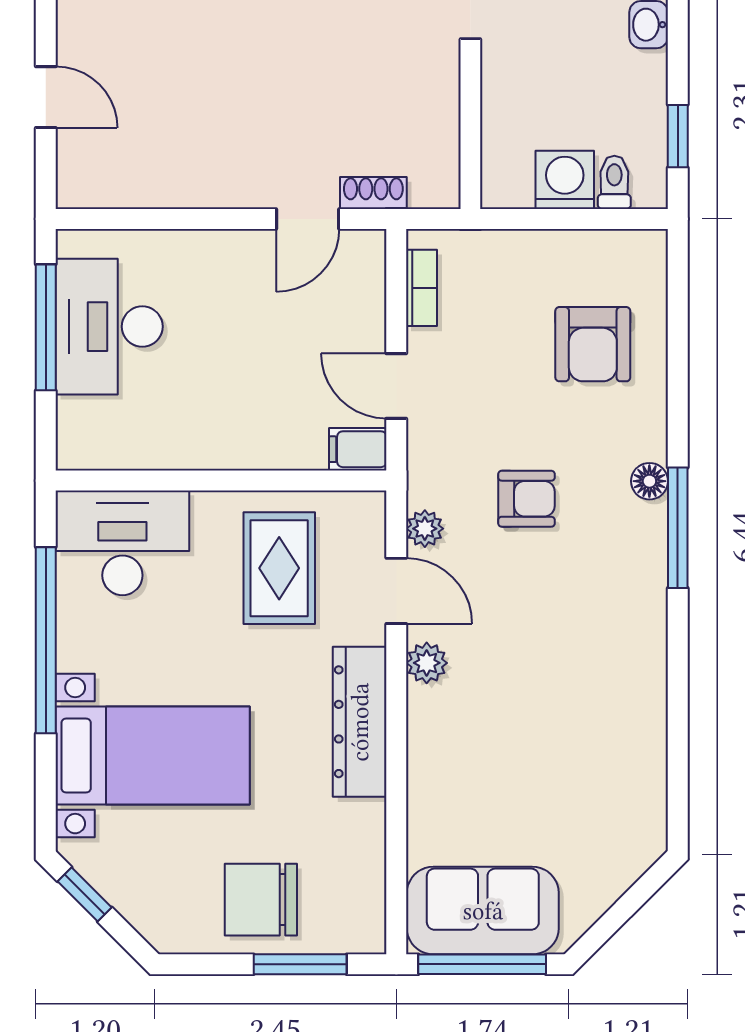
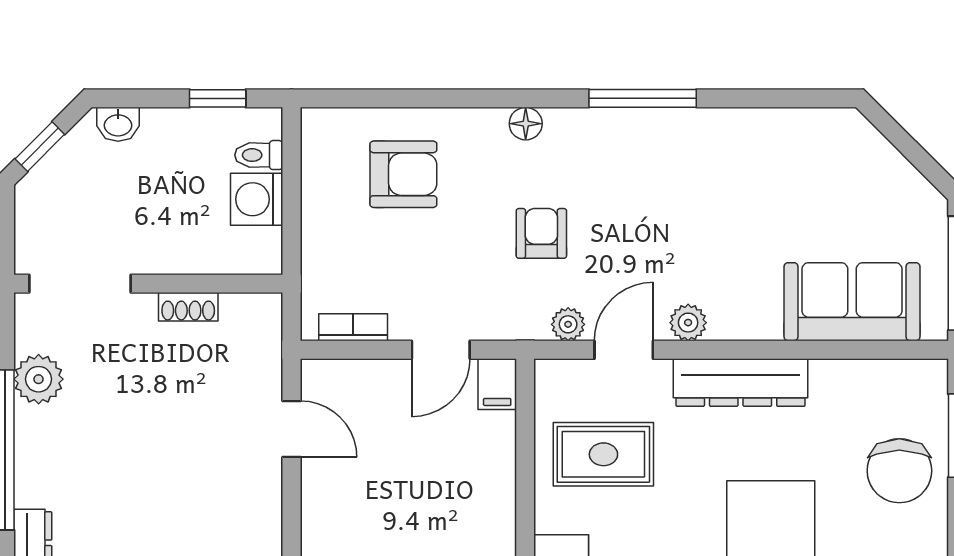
shoe rack: (373, 193) -> (188, 307), moved, turned -90
window: (678, 528) -> (643, 98), moved
sofa: (483, 911) -> (852, 302), moved, turned 90

